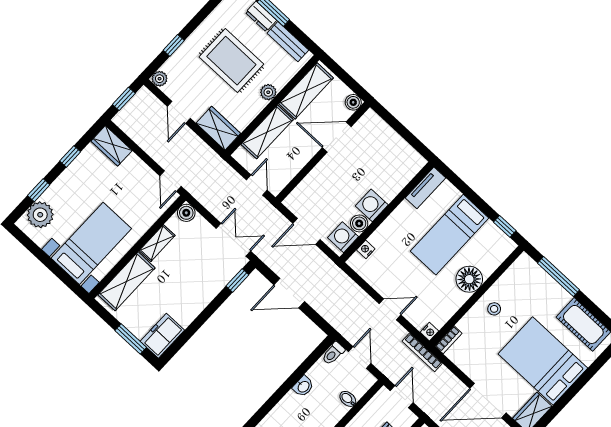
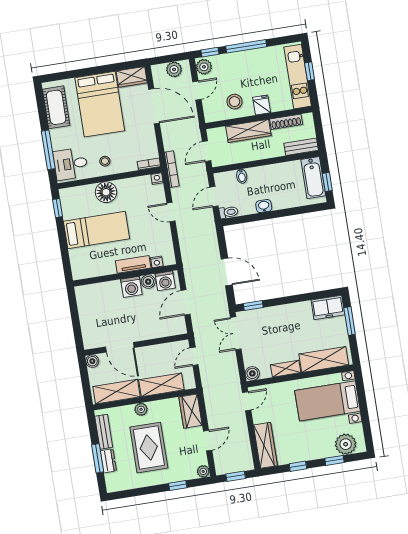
wardrobe: (112, 146) -> (265, 445), width x1.50
tv unit: (425, 188) -> (133, 264), moved
door: (306, 231) -> (185, 302), swing flipped
desk: (526, 280) -> (71, 164), added

